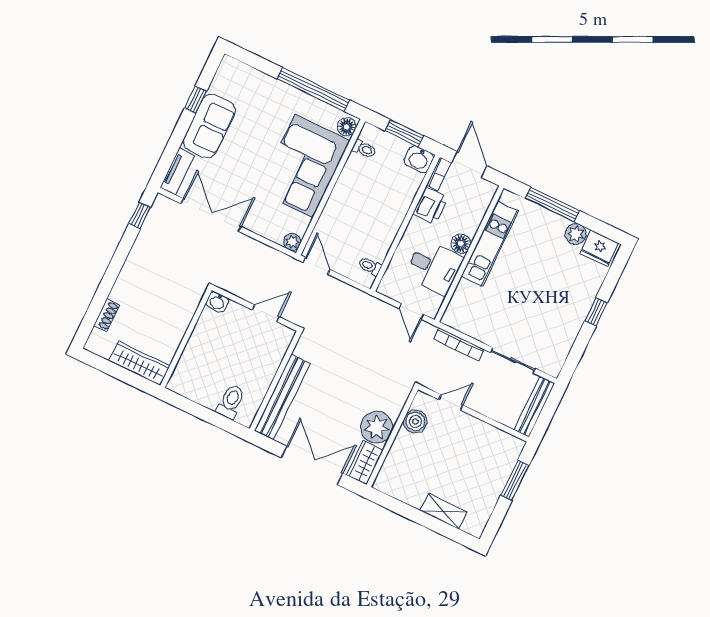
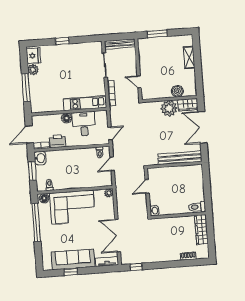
sofa: (209, 126) -> (73, 259), width x1.36
kitchen unit: (490, 244) -> (85, 103), moved
door: (317, 266) -> (112, 164), moved
door: (411, 311) -> (110, 134), moved
door: (266, 313) -> (147, 186), hinge flipped
toilet: (231, 402) -> (197, 207), moved
boiler: (415, 422) -> (177, 91), moved

